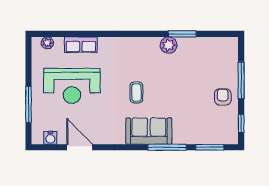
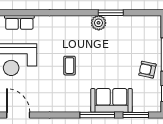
armchair: (223, 97) -> (147, 70), turned -78
sofa: (149, 131) -> (112, 100), moved

